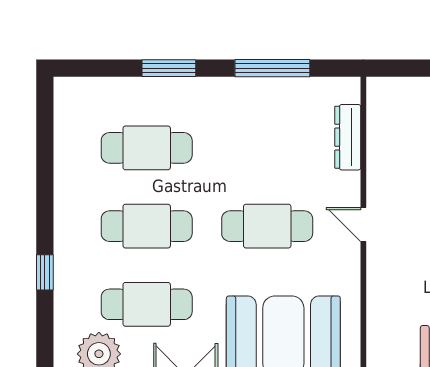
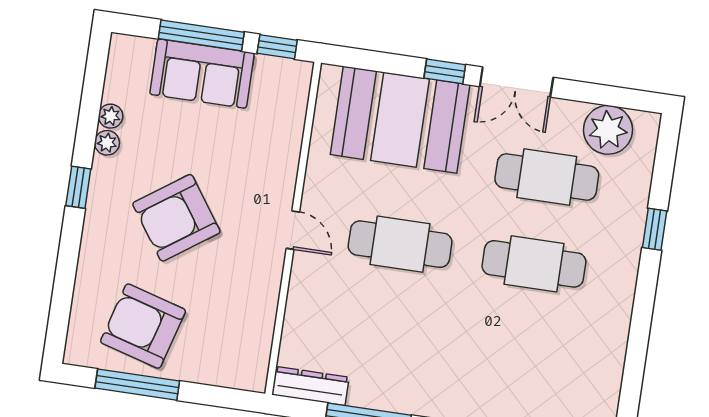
dresser: (348, 137) -> (310, 386), moved, turned -90
cafe table: (147, 148) -> (521, 351), removed

